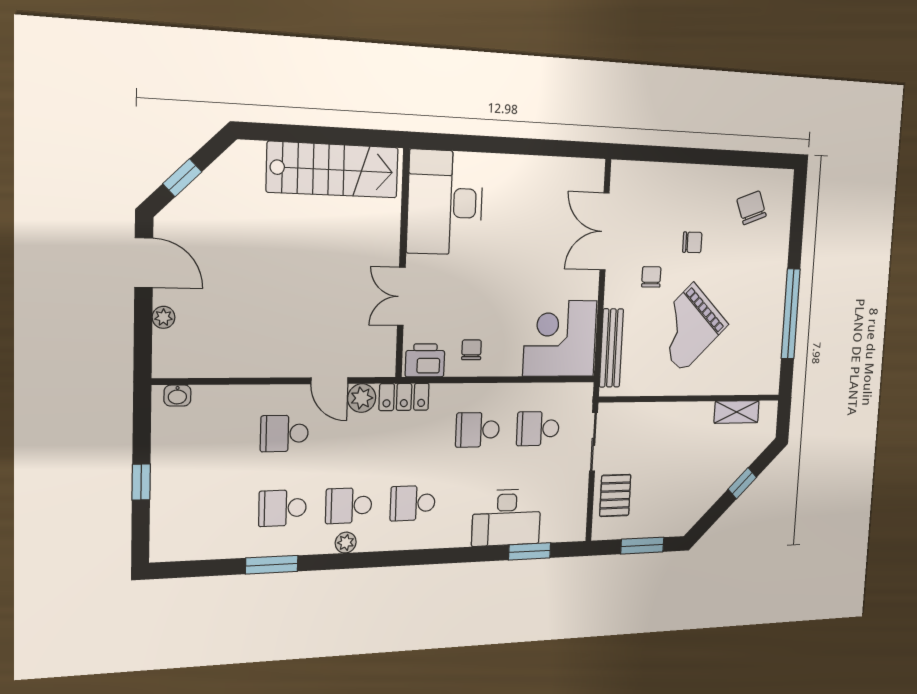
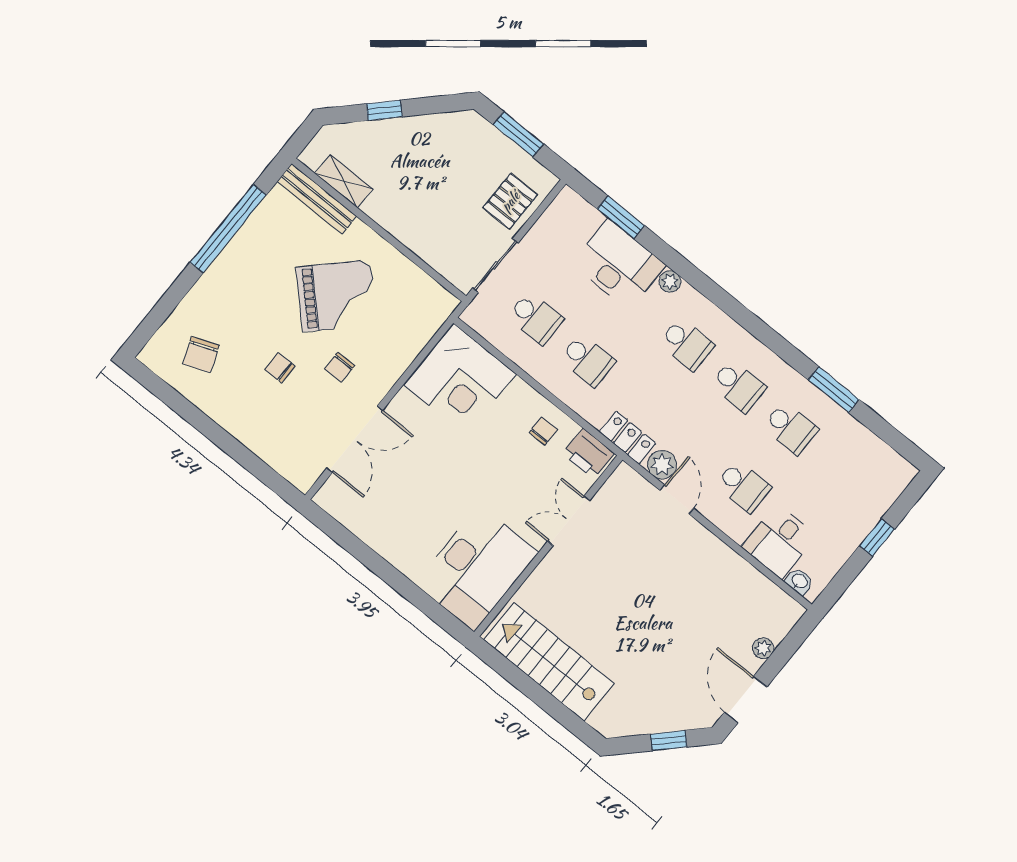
double door: (401, 296) -> (569, 521), swing flipped
bench: (611, 348) -> (317, 199), moved, turned 90
chair: (471, 350) -> (543, 431), turned 180
desk: (221, 414) -> (779, 541), added
plant: (346, 543) -> (670, 281), moved

